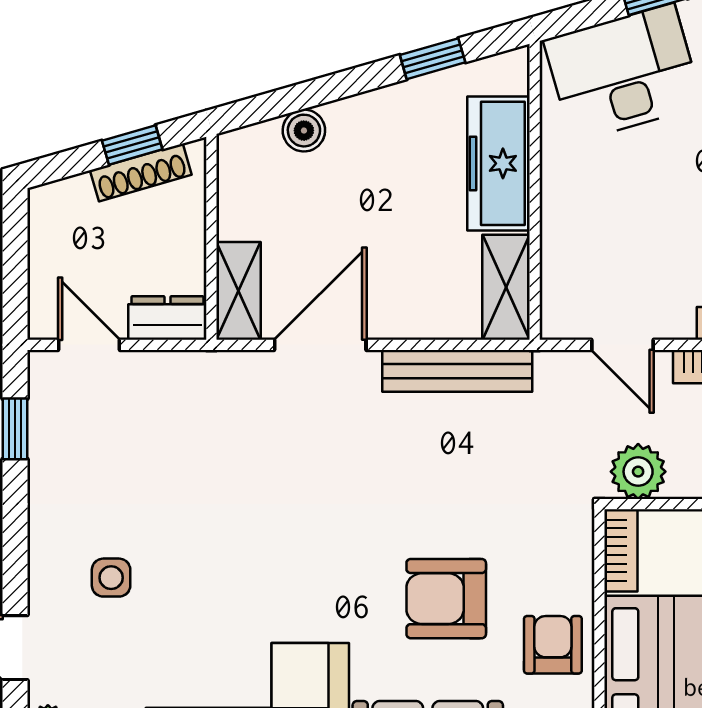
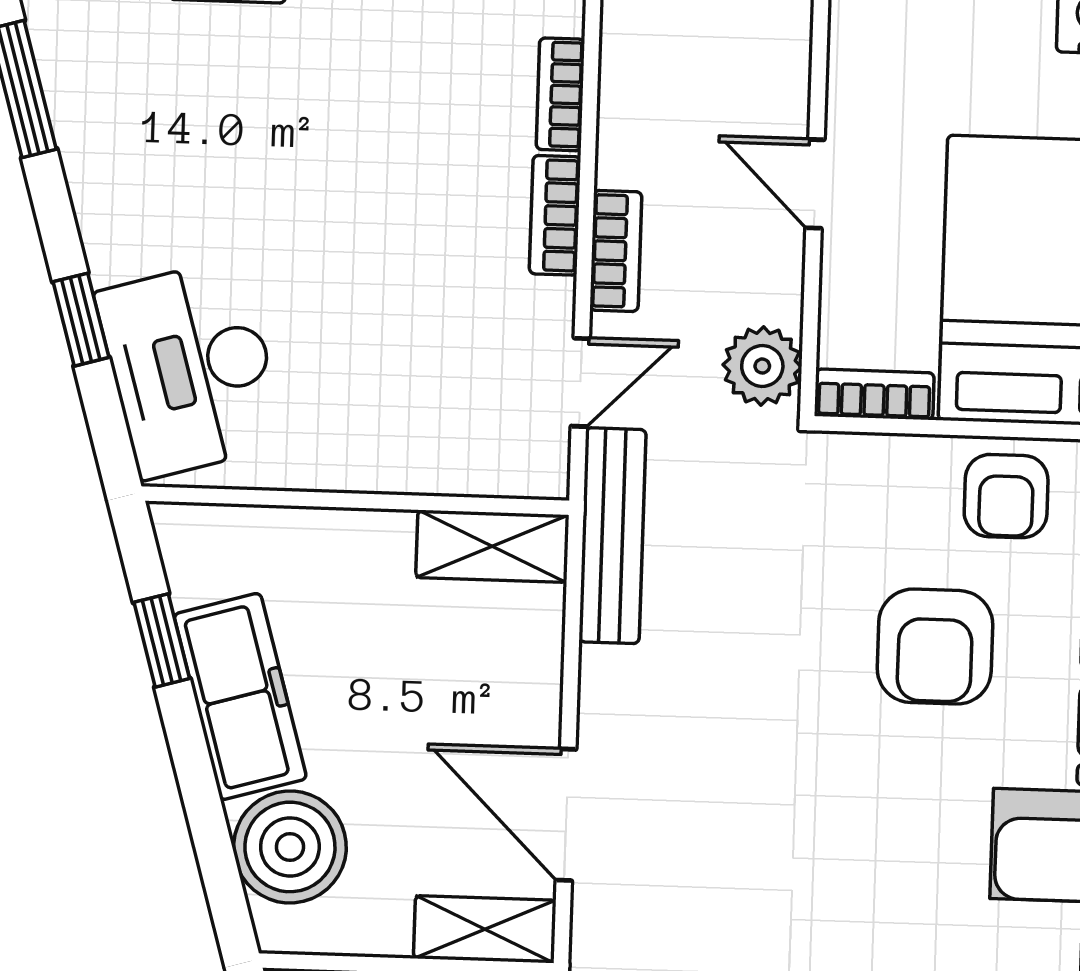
boiler: (304, 131) -> (290, 847), width x1.86, depth x1.86
freezer: (499, 163) -> (240, 696), moved, turned -106
bench: (457, 371) -> (612, 536), moved
armchair: (553, 645) -> (1006, 496), turned -90

